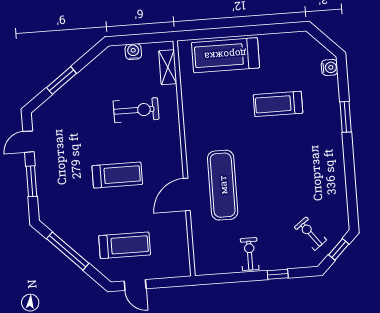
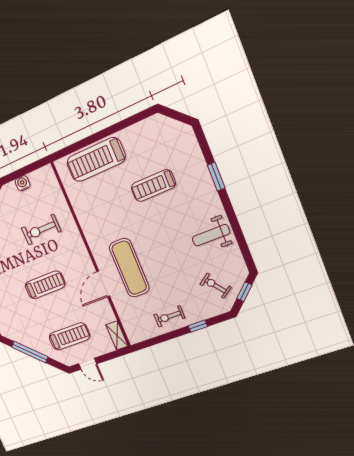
shelving: (168, 67) -> (117, 335), moved
water cooler: (330, 67) -> (188, 138), removed
exercise bike: (136, 110) -> (41, 230), turned 180
weight bench: (322, 177) -> (211, 235), added
exercise bike: (250, 254) -> (169, 316), turned -90

